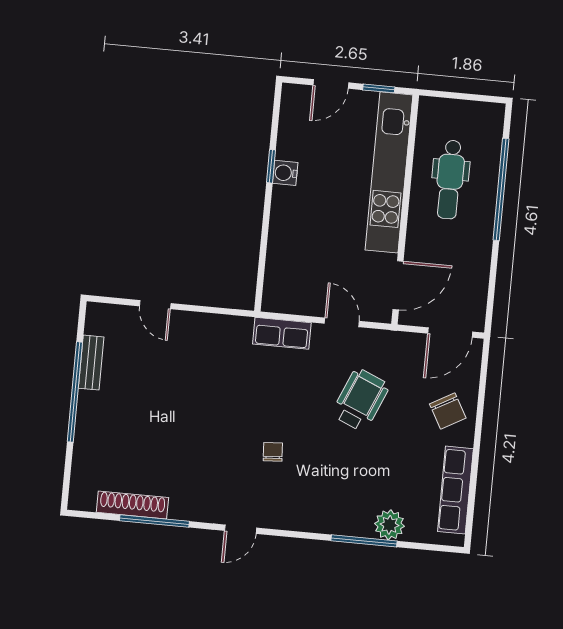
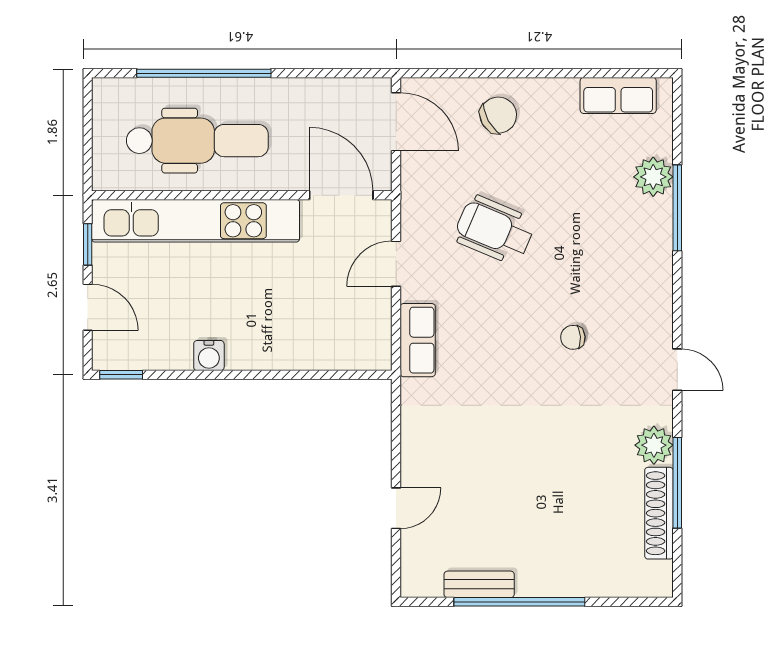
window: (271, 166) -> (121, 375), moved
dental chair: (450, 180) -> (197, 141), width x1.36, depth x1.38
row of seats: (455, 490) -> (618, 95), width x0.68
plant: (185, 506) -> (654, 445), added

